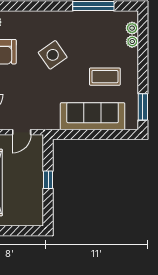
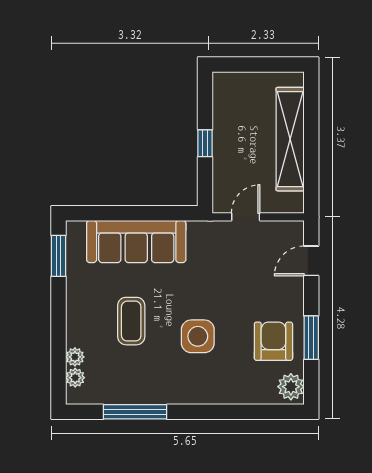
side table: (53, 55) -> (198, 336), turned 35
coffee table: (105, 77) -> (131, 321), moved, turned 90

